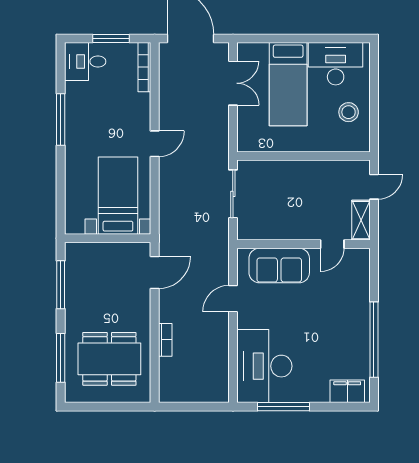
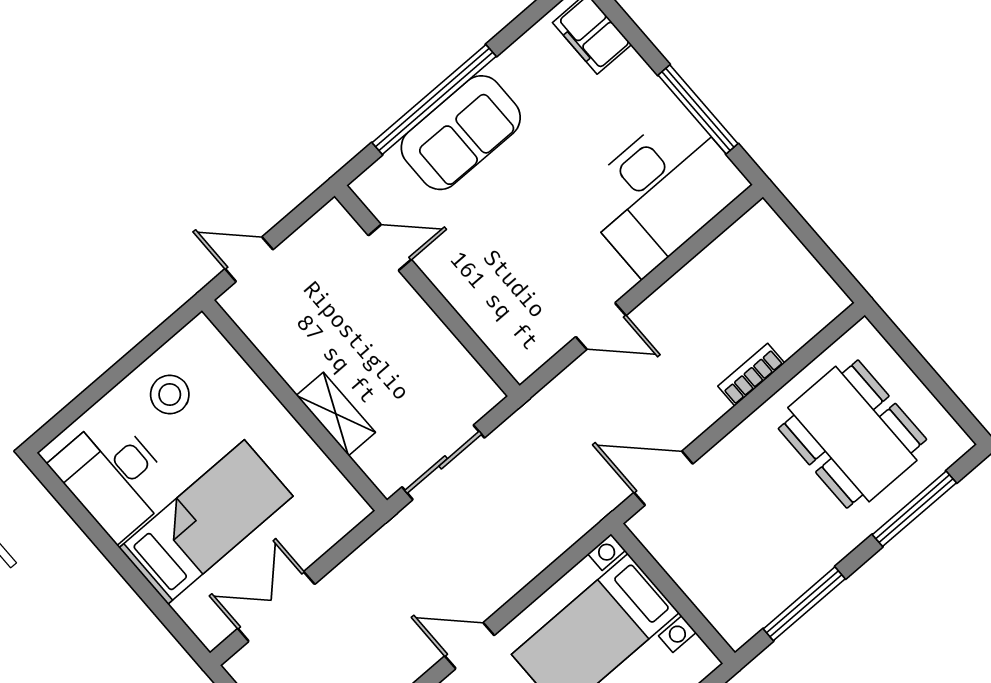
shelving: (361, 220) -> (336, 414), moved, turned 90
sofa: (279, 265) -> (461, 133), moved, turned 90
window: (374, 340) -> (434, 100), moved

